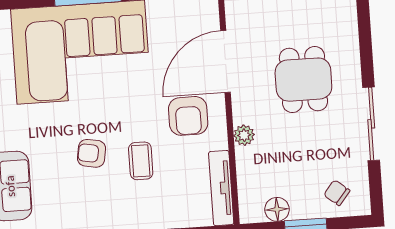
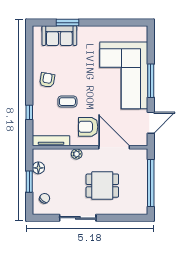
armchair: (92, 153) -> (47, 80), moved

